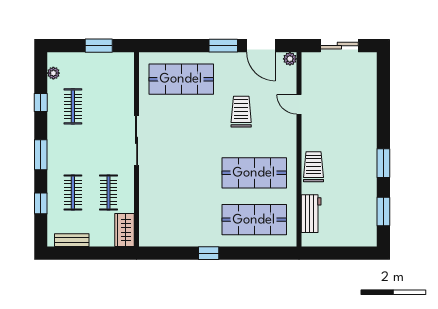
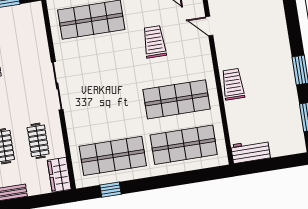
workbench: (311, 214) -> (250, 151), moved, turned -90
shop shelf: (181, 220) -> (113, 156), added
window: (209, 253) -> (110, 190), moved

